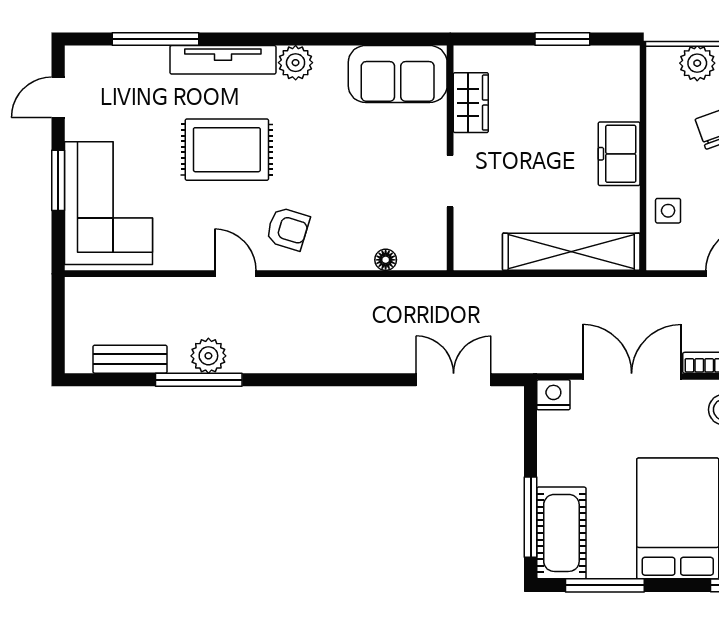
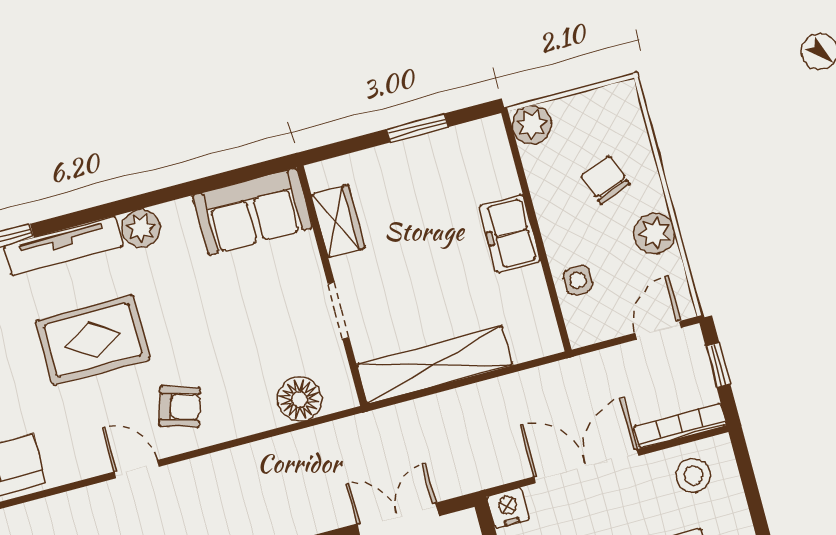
plant: (697, 63) -> (532, 125), moved
shelving: (571, 252) -> (435, 365), moved
floor lamp: (386, 260) -> (300, 399), width x1.89, depth x1.89

